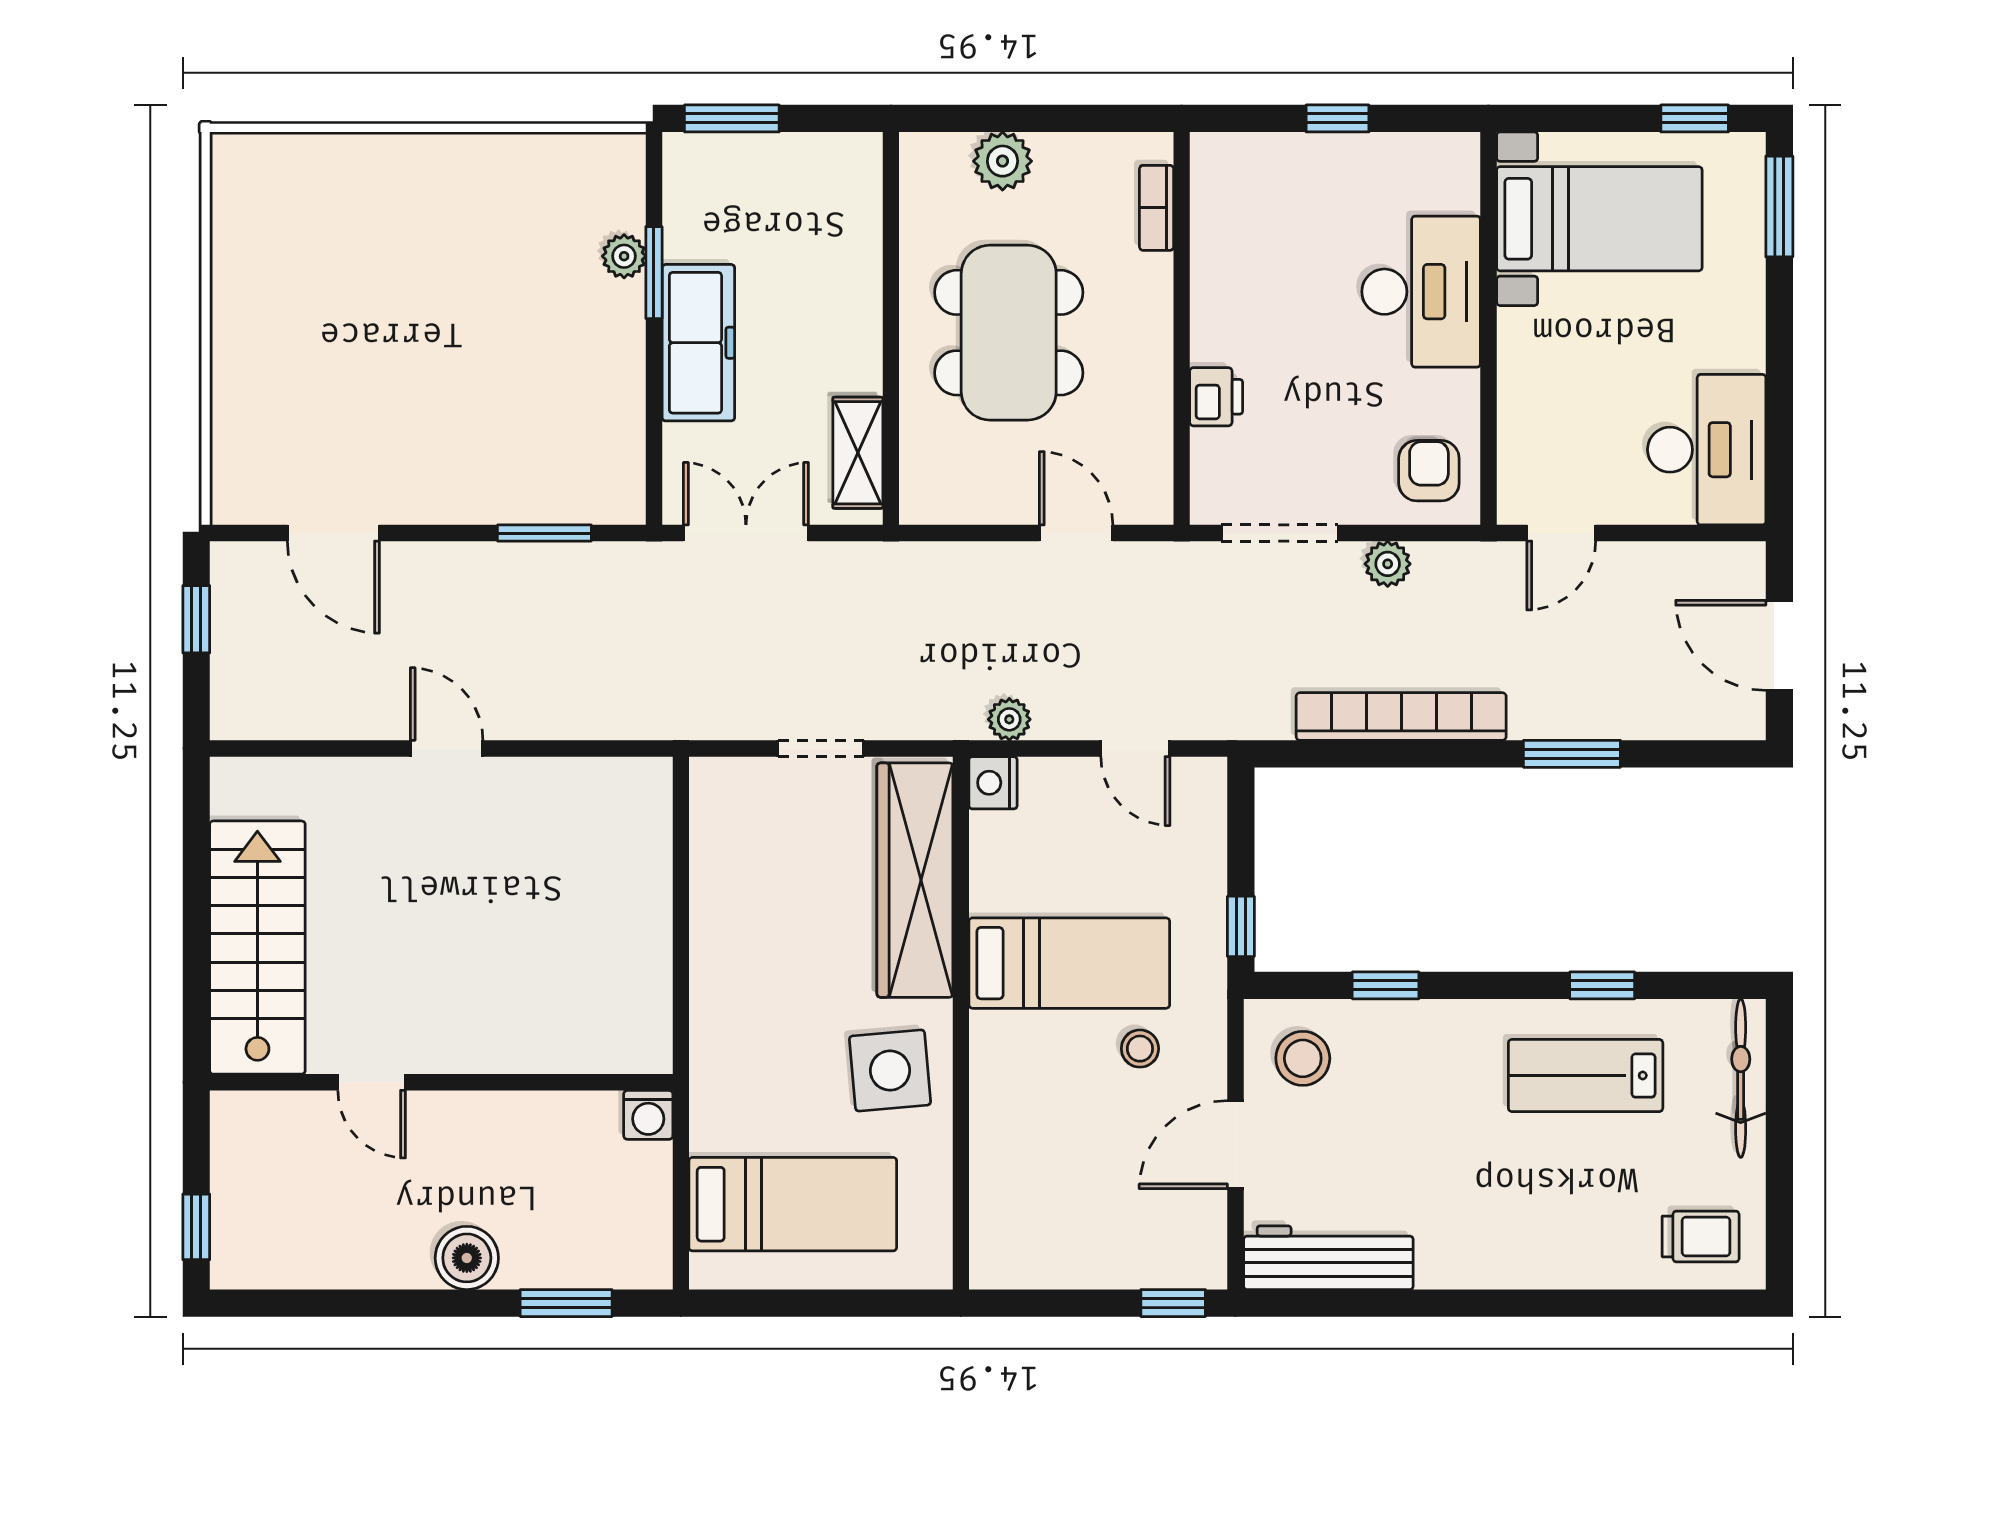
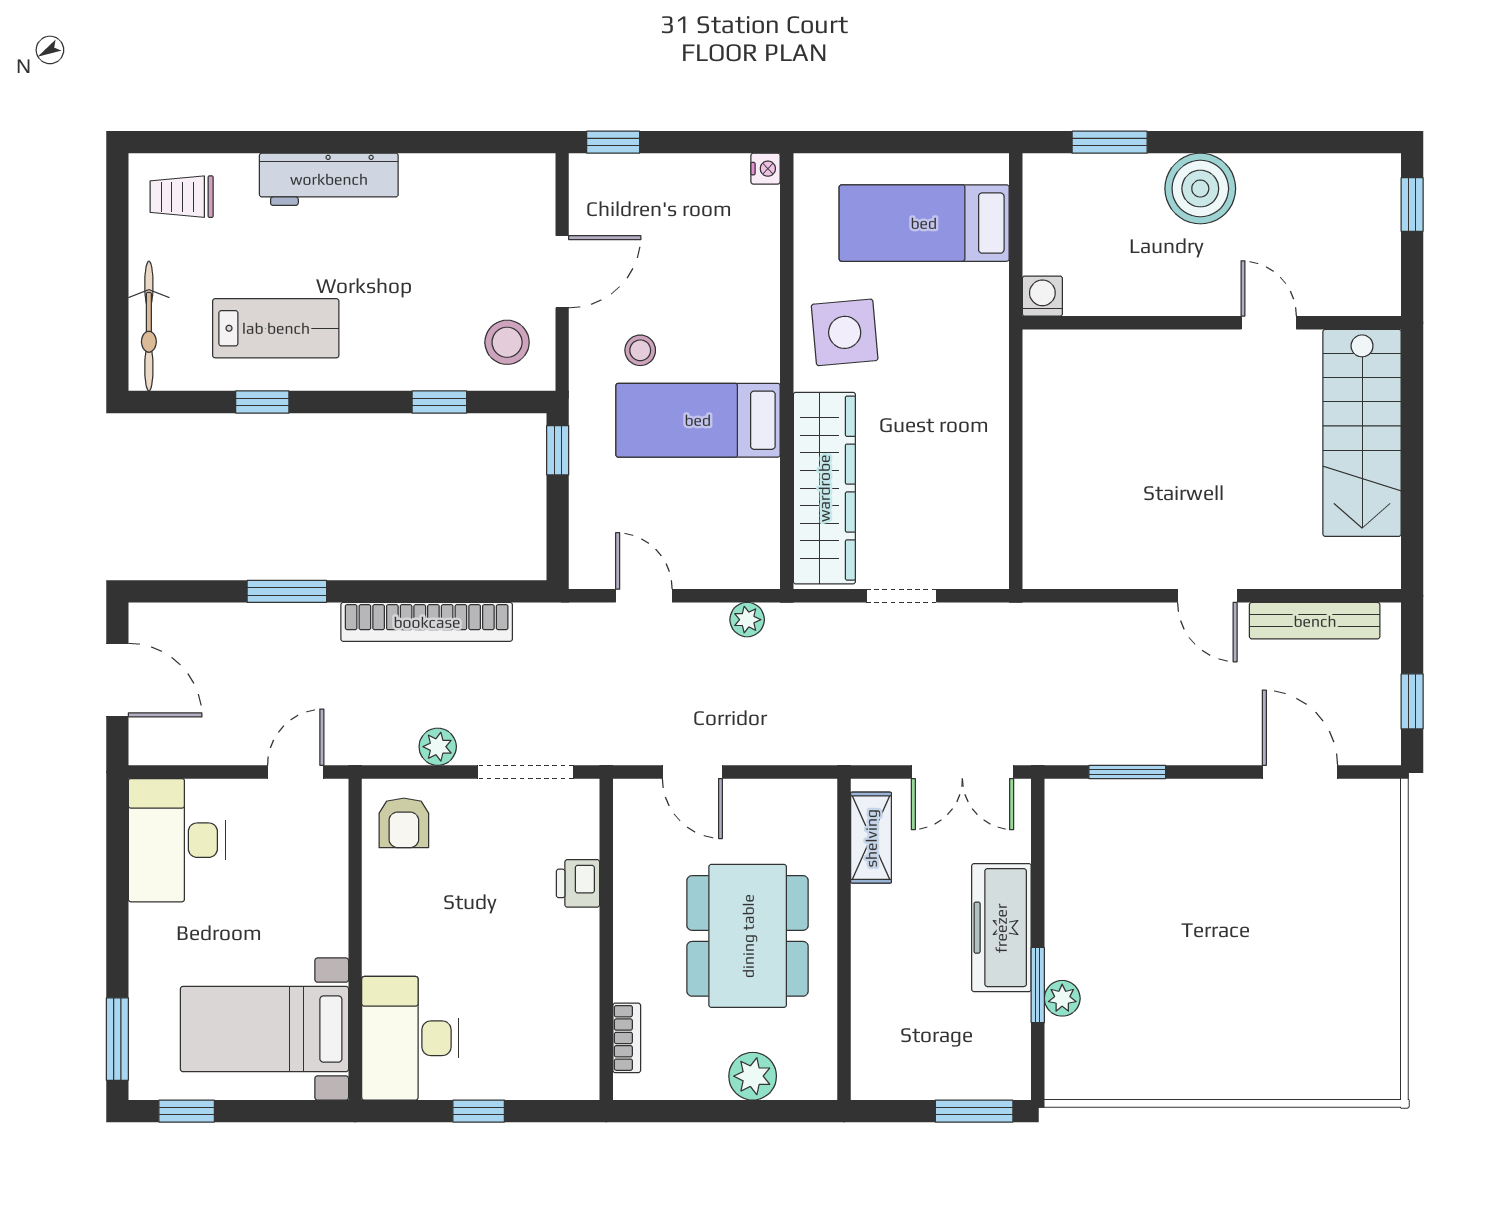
desk: (1421, 292) -> (410, 1038), moved
bench: (315, 718) -> (1315, 621), added
nightstand: (993, 783) -> (766, 169), moved, width x0.72, depth x0.74
boiler: (467, 1258) -> (1200, 189), width x1.37, depth x1.37
workbench: (1328, 1258) -> (329, 179), moved

